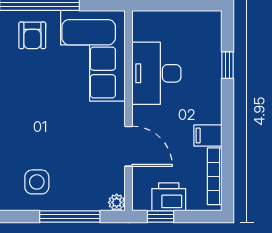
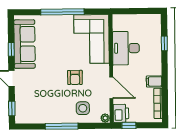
armchair: (32, 35) -> (75, 77), moved
side table: (37, 182) -> (83, 108), moved
printer: (169, 197) -> (121, 113), moved, turned 90
window: (70, 217) -> (62, 126), moved

